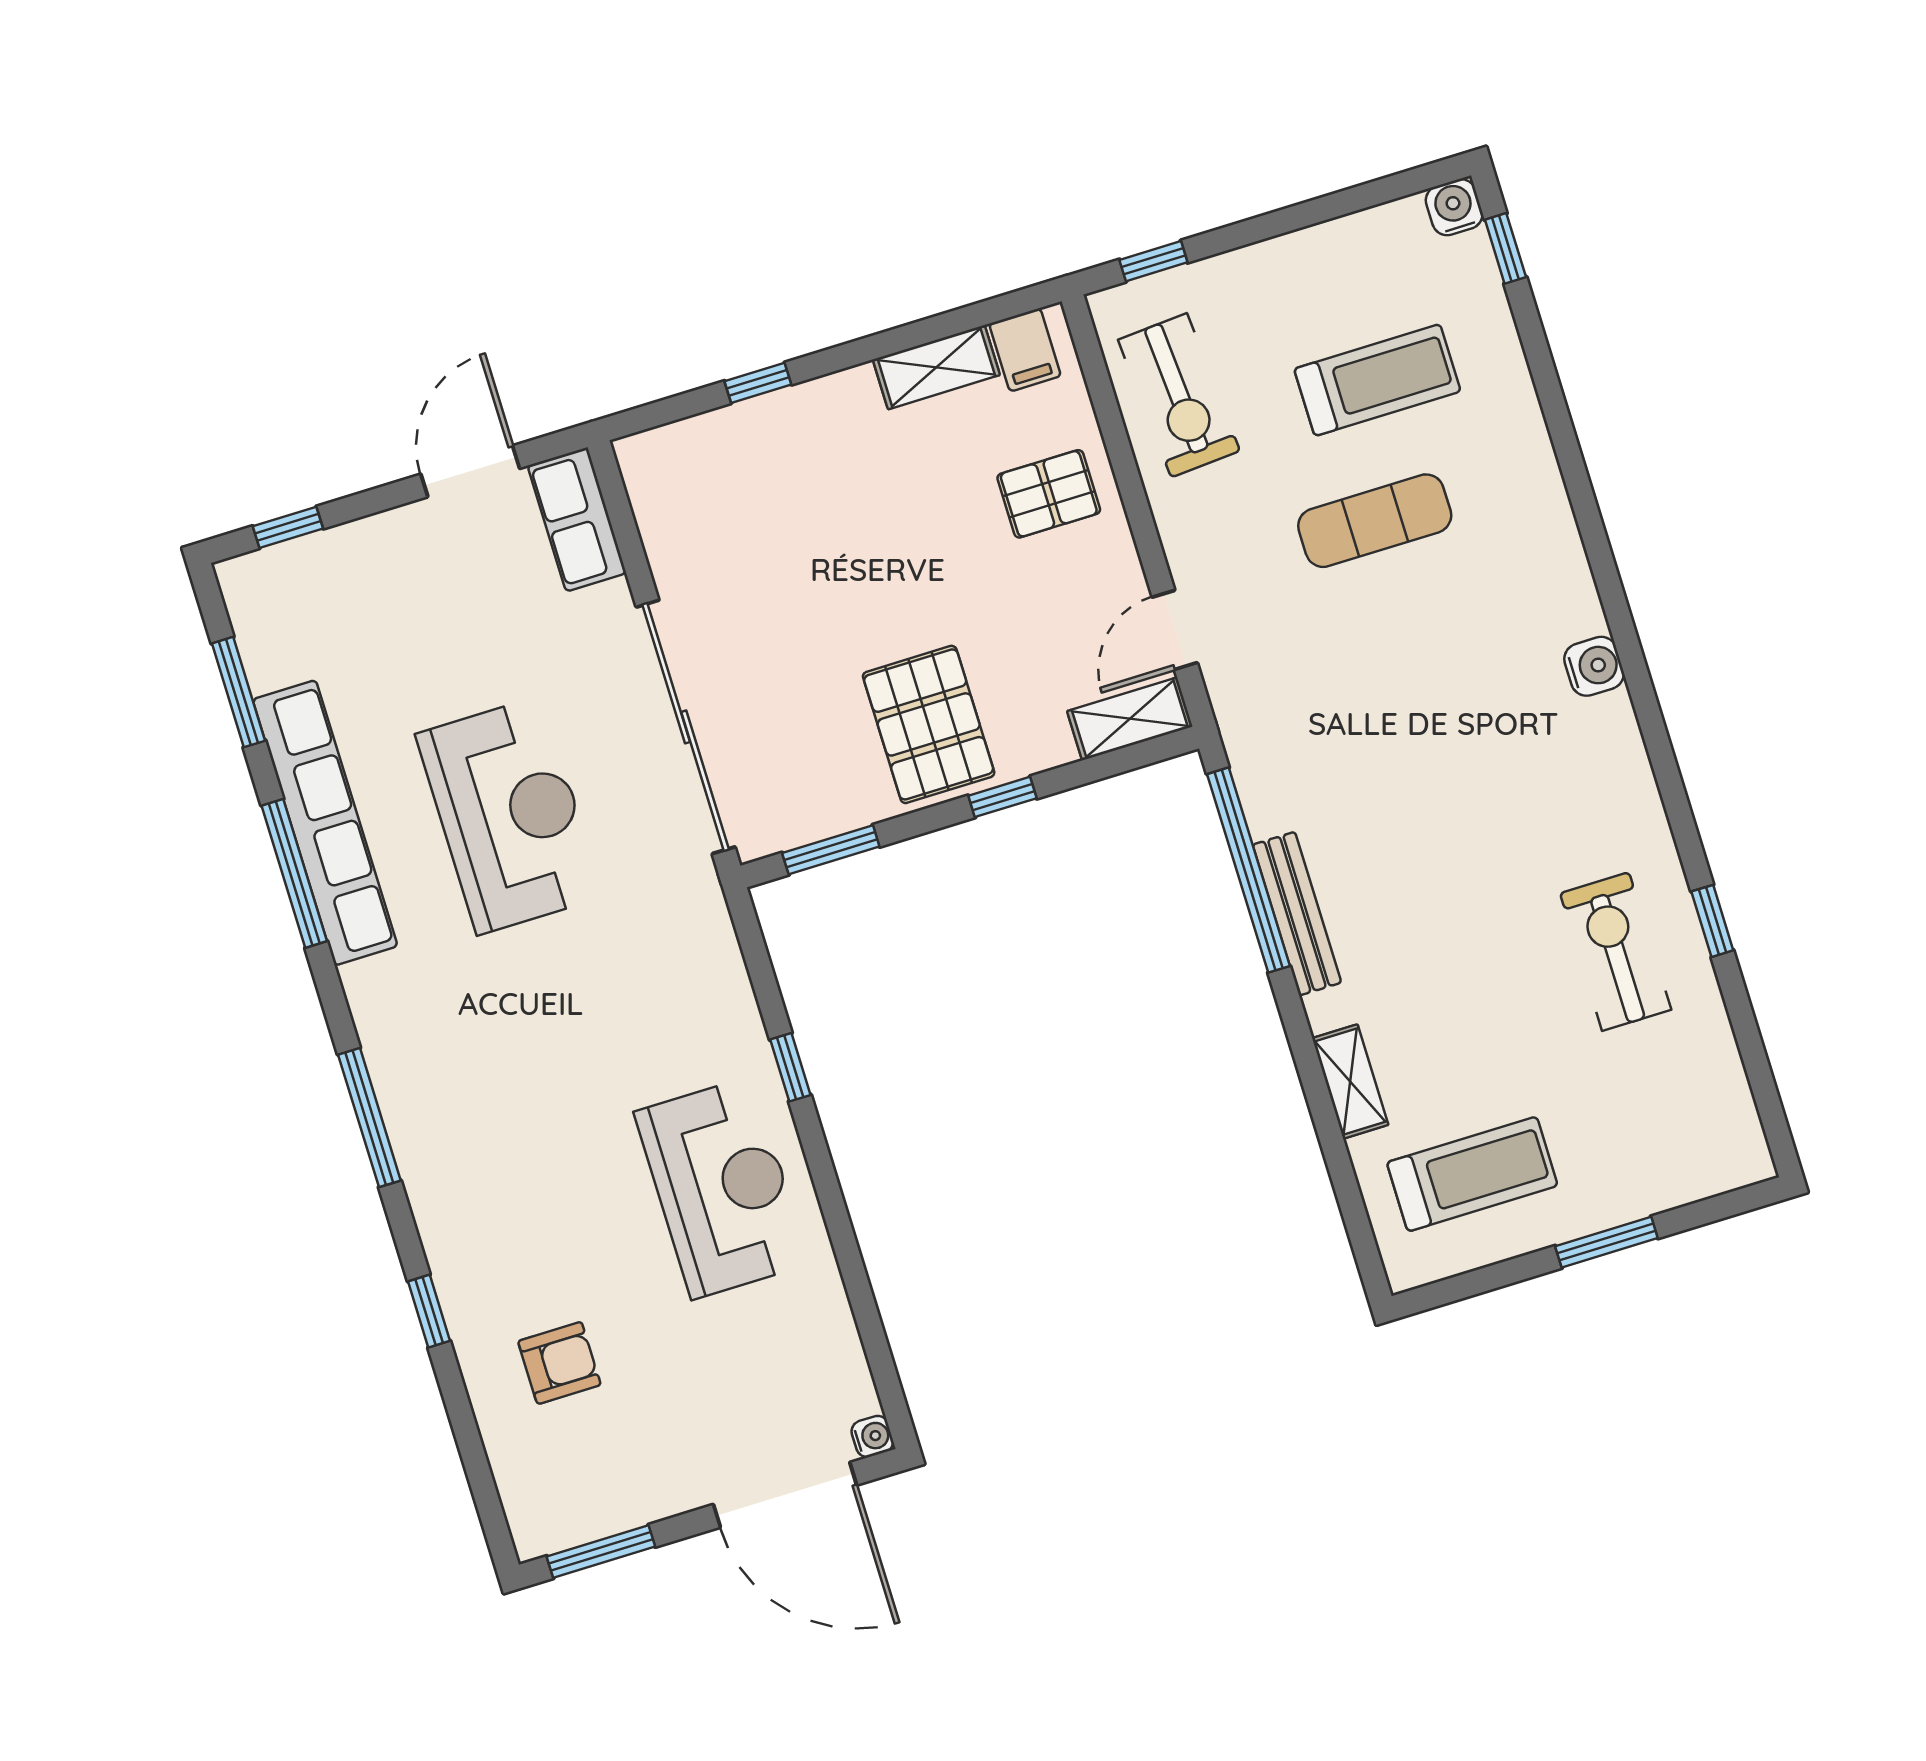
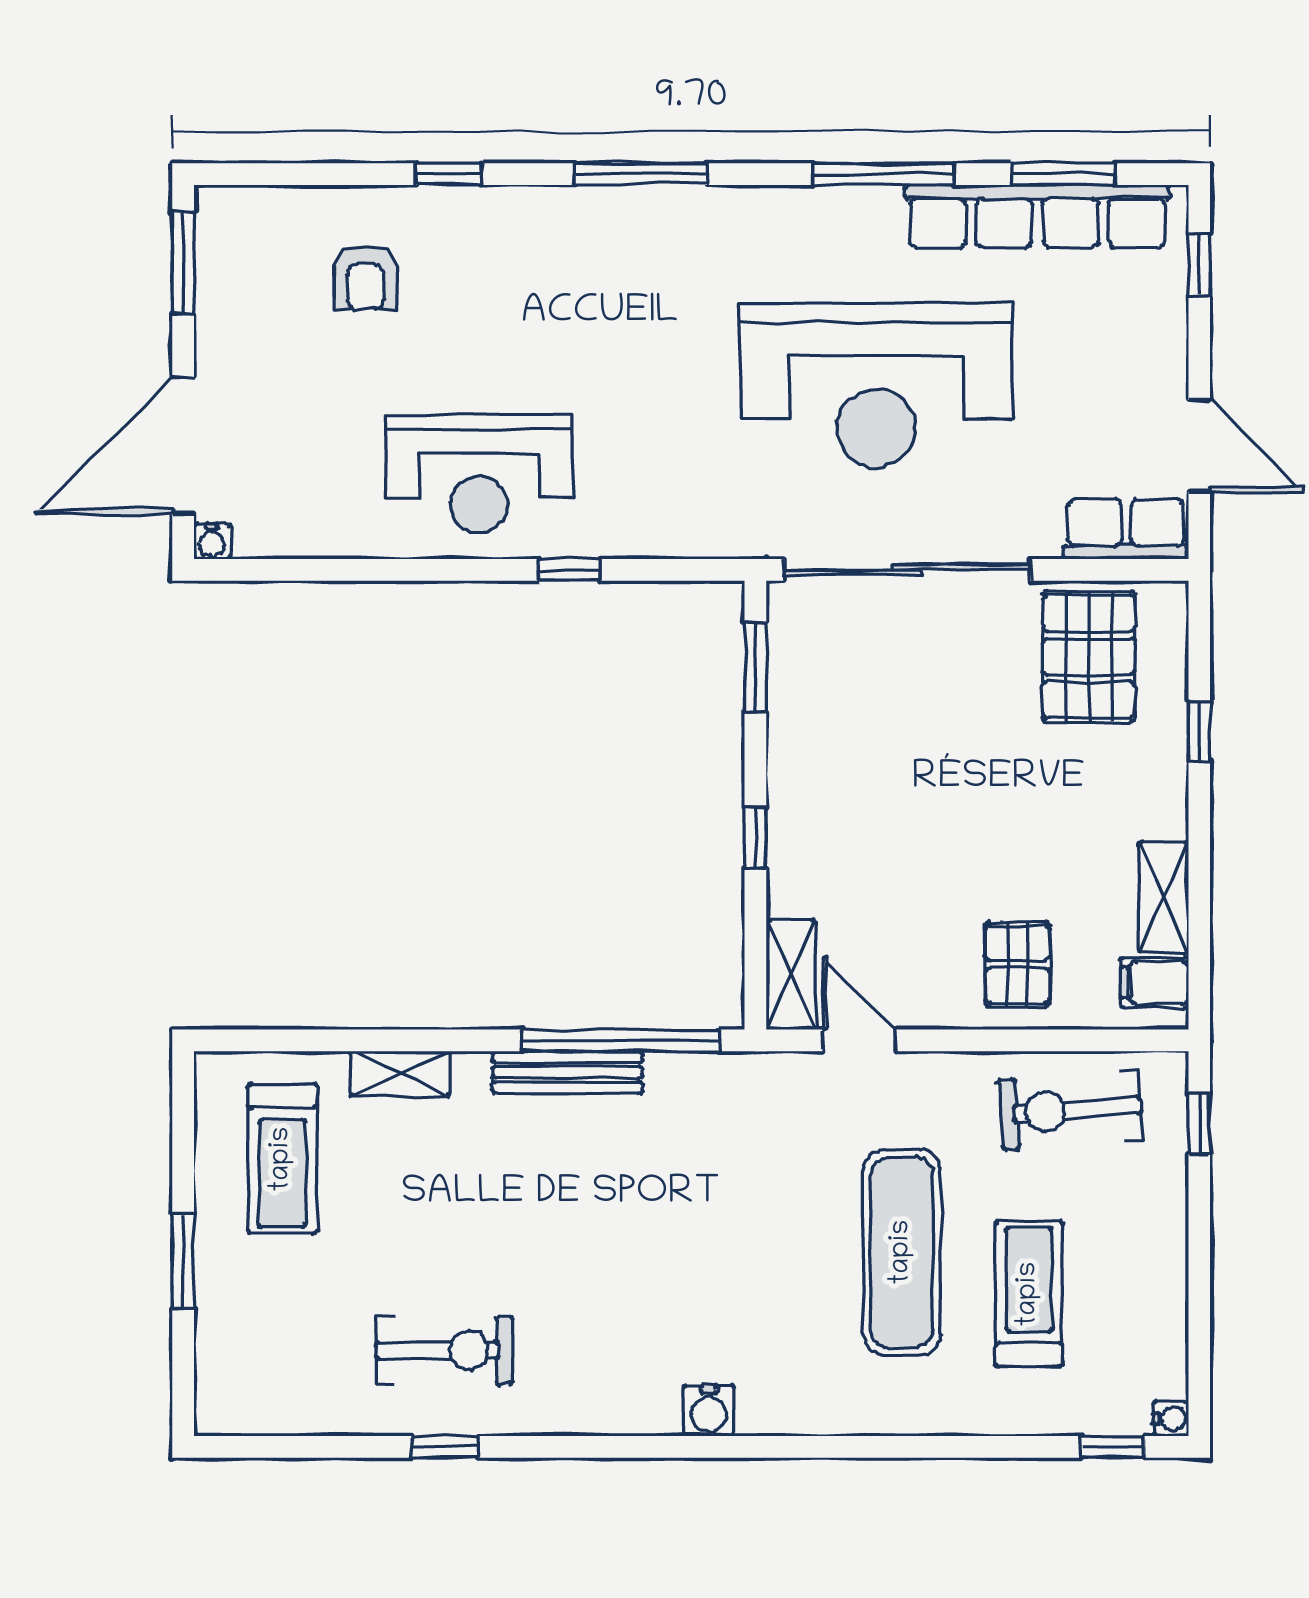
water cooler: (1454, 207) -> (1171, 1419), width x0.72, depth x0.72
treadmill: (1377, 380) -> (1029, 1294), turned 180
exercise mat: (1375, 521) -> (902, 1252), width x1.36, depth x1.45
pallet: (929, 724) -> (1089, 657), moved, turned 90
reception desk: (509, 815) -> (876, 385), width x1.36, depth x1.30
row of seats: (325, 823) -> (1037, 216), moved

